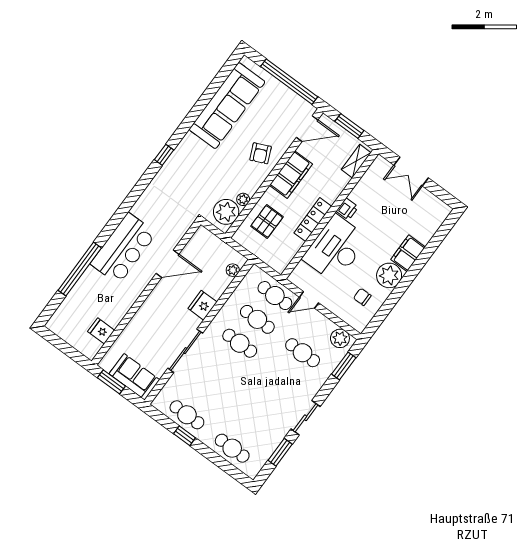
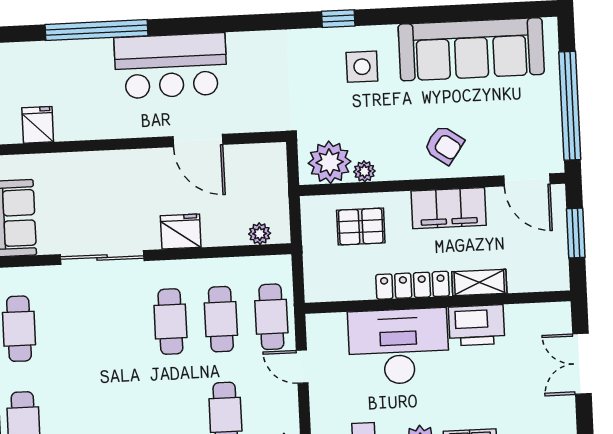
armchair: (261, 153) -> (444, 145), turned -121
shelving: (356, 161) -> (479, 282), moved
side table: (195, 162) -> (362, 67), added
printer: (347, 209) -> (477, 325), width x1.87, depth x1.48

